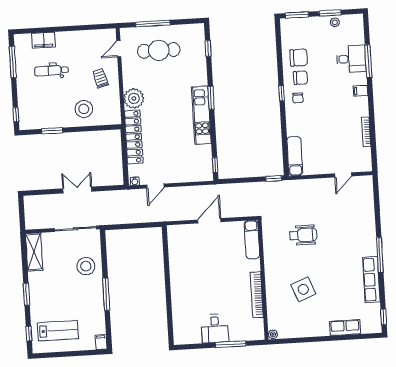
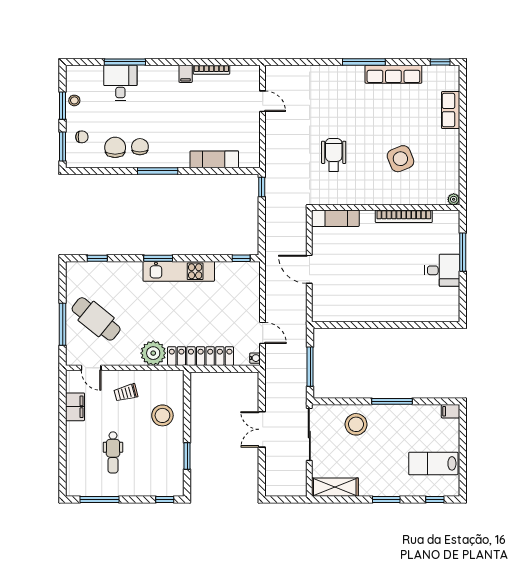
filing cabinet: (44, 40) -> (75, 407), moved
cafe table: (159, 50) -> (96, 319), turned -51
filing cabinet: (360, 91) -> (186, 74), moved
window: (282, 93) -> (158, 171), width x2.17
chair: (298, 98) -> (82, 137), moved
exam couch: (295, 156) -> (214, 159), moved
window: (130, 226) -> (310, 367), added
lab bench: (58, 331) -> (433, 463), turned -90

